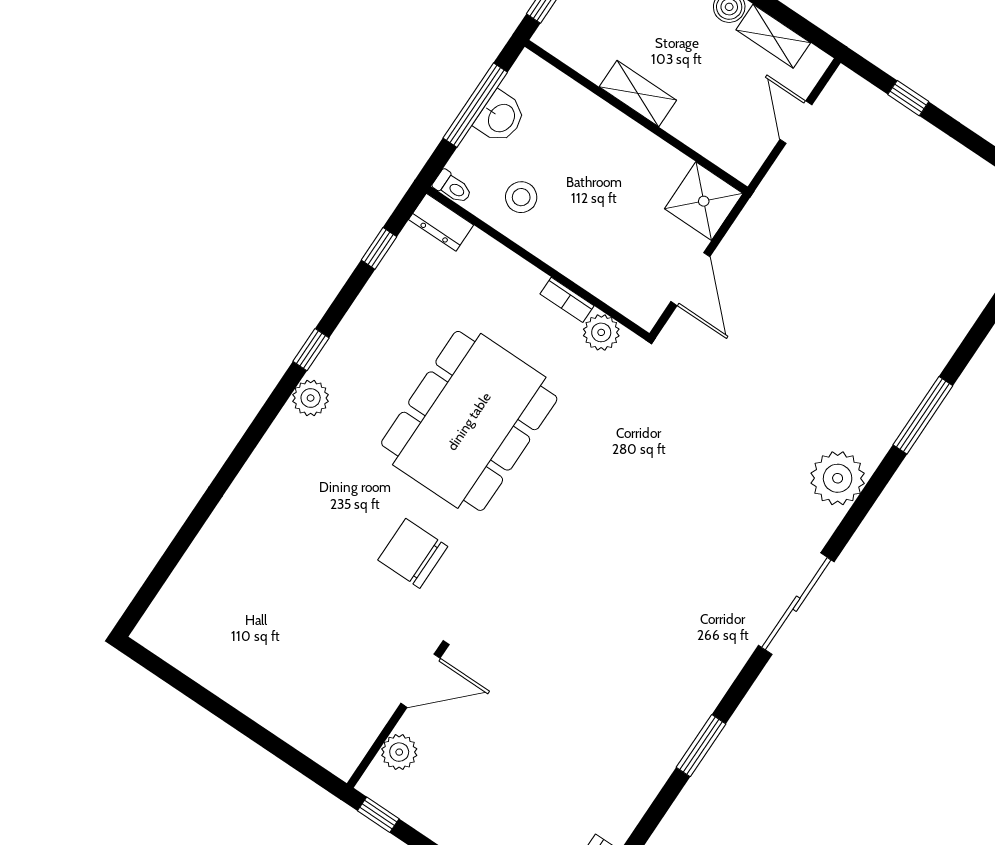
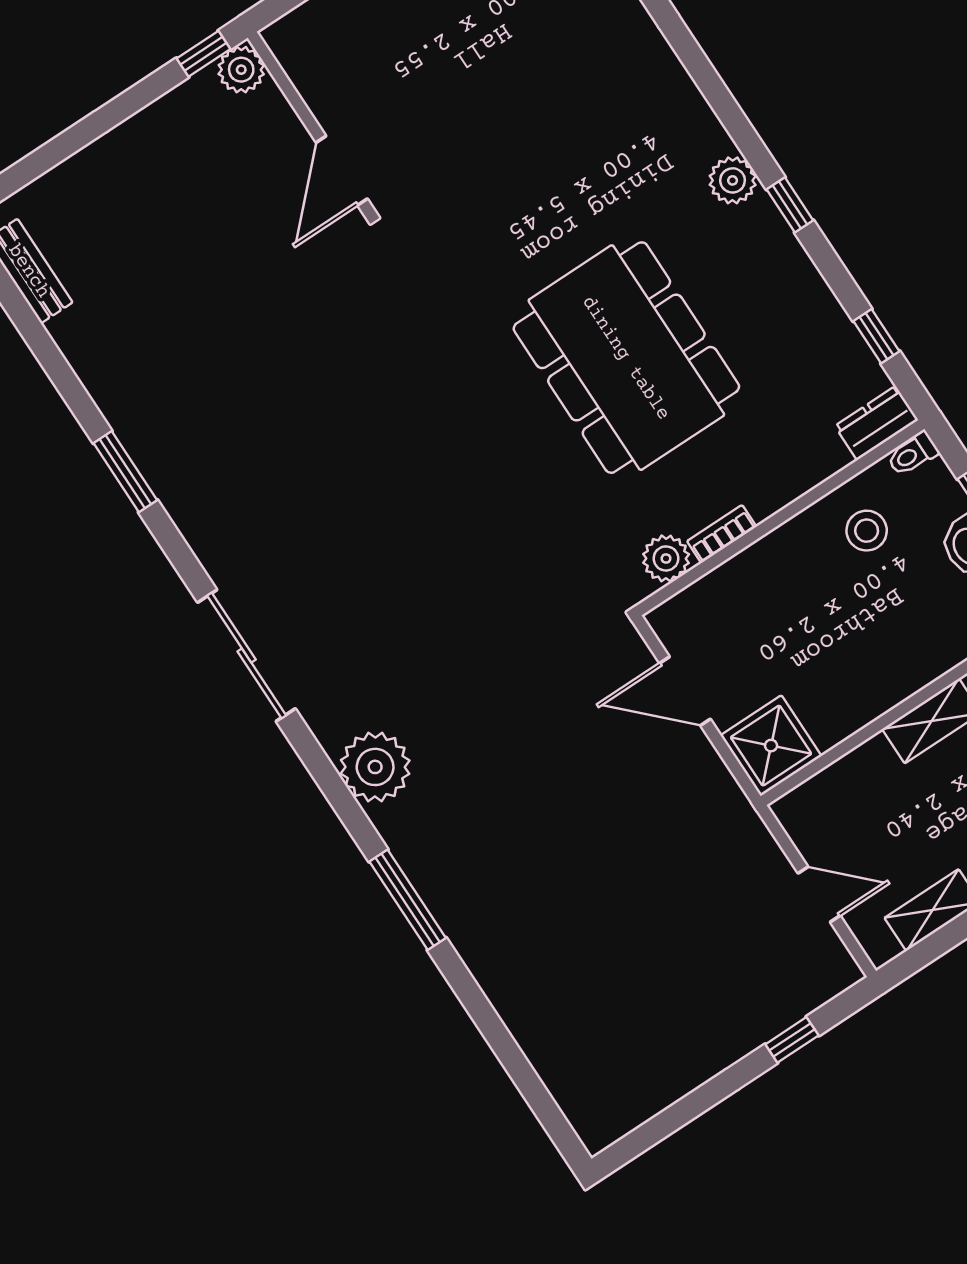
chair: (413, 553) -> (497, 225), removed
plant: (399, 752) -> (241, 70), moved

